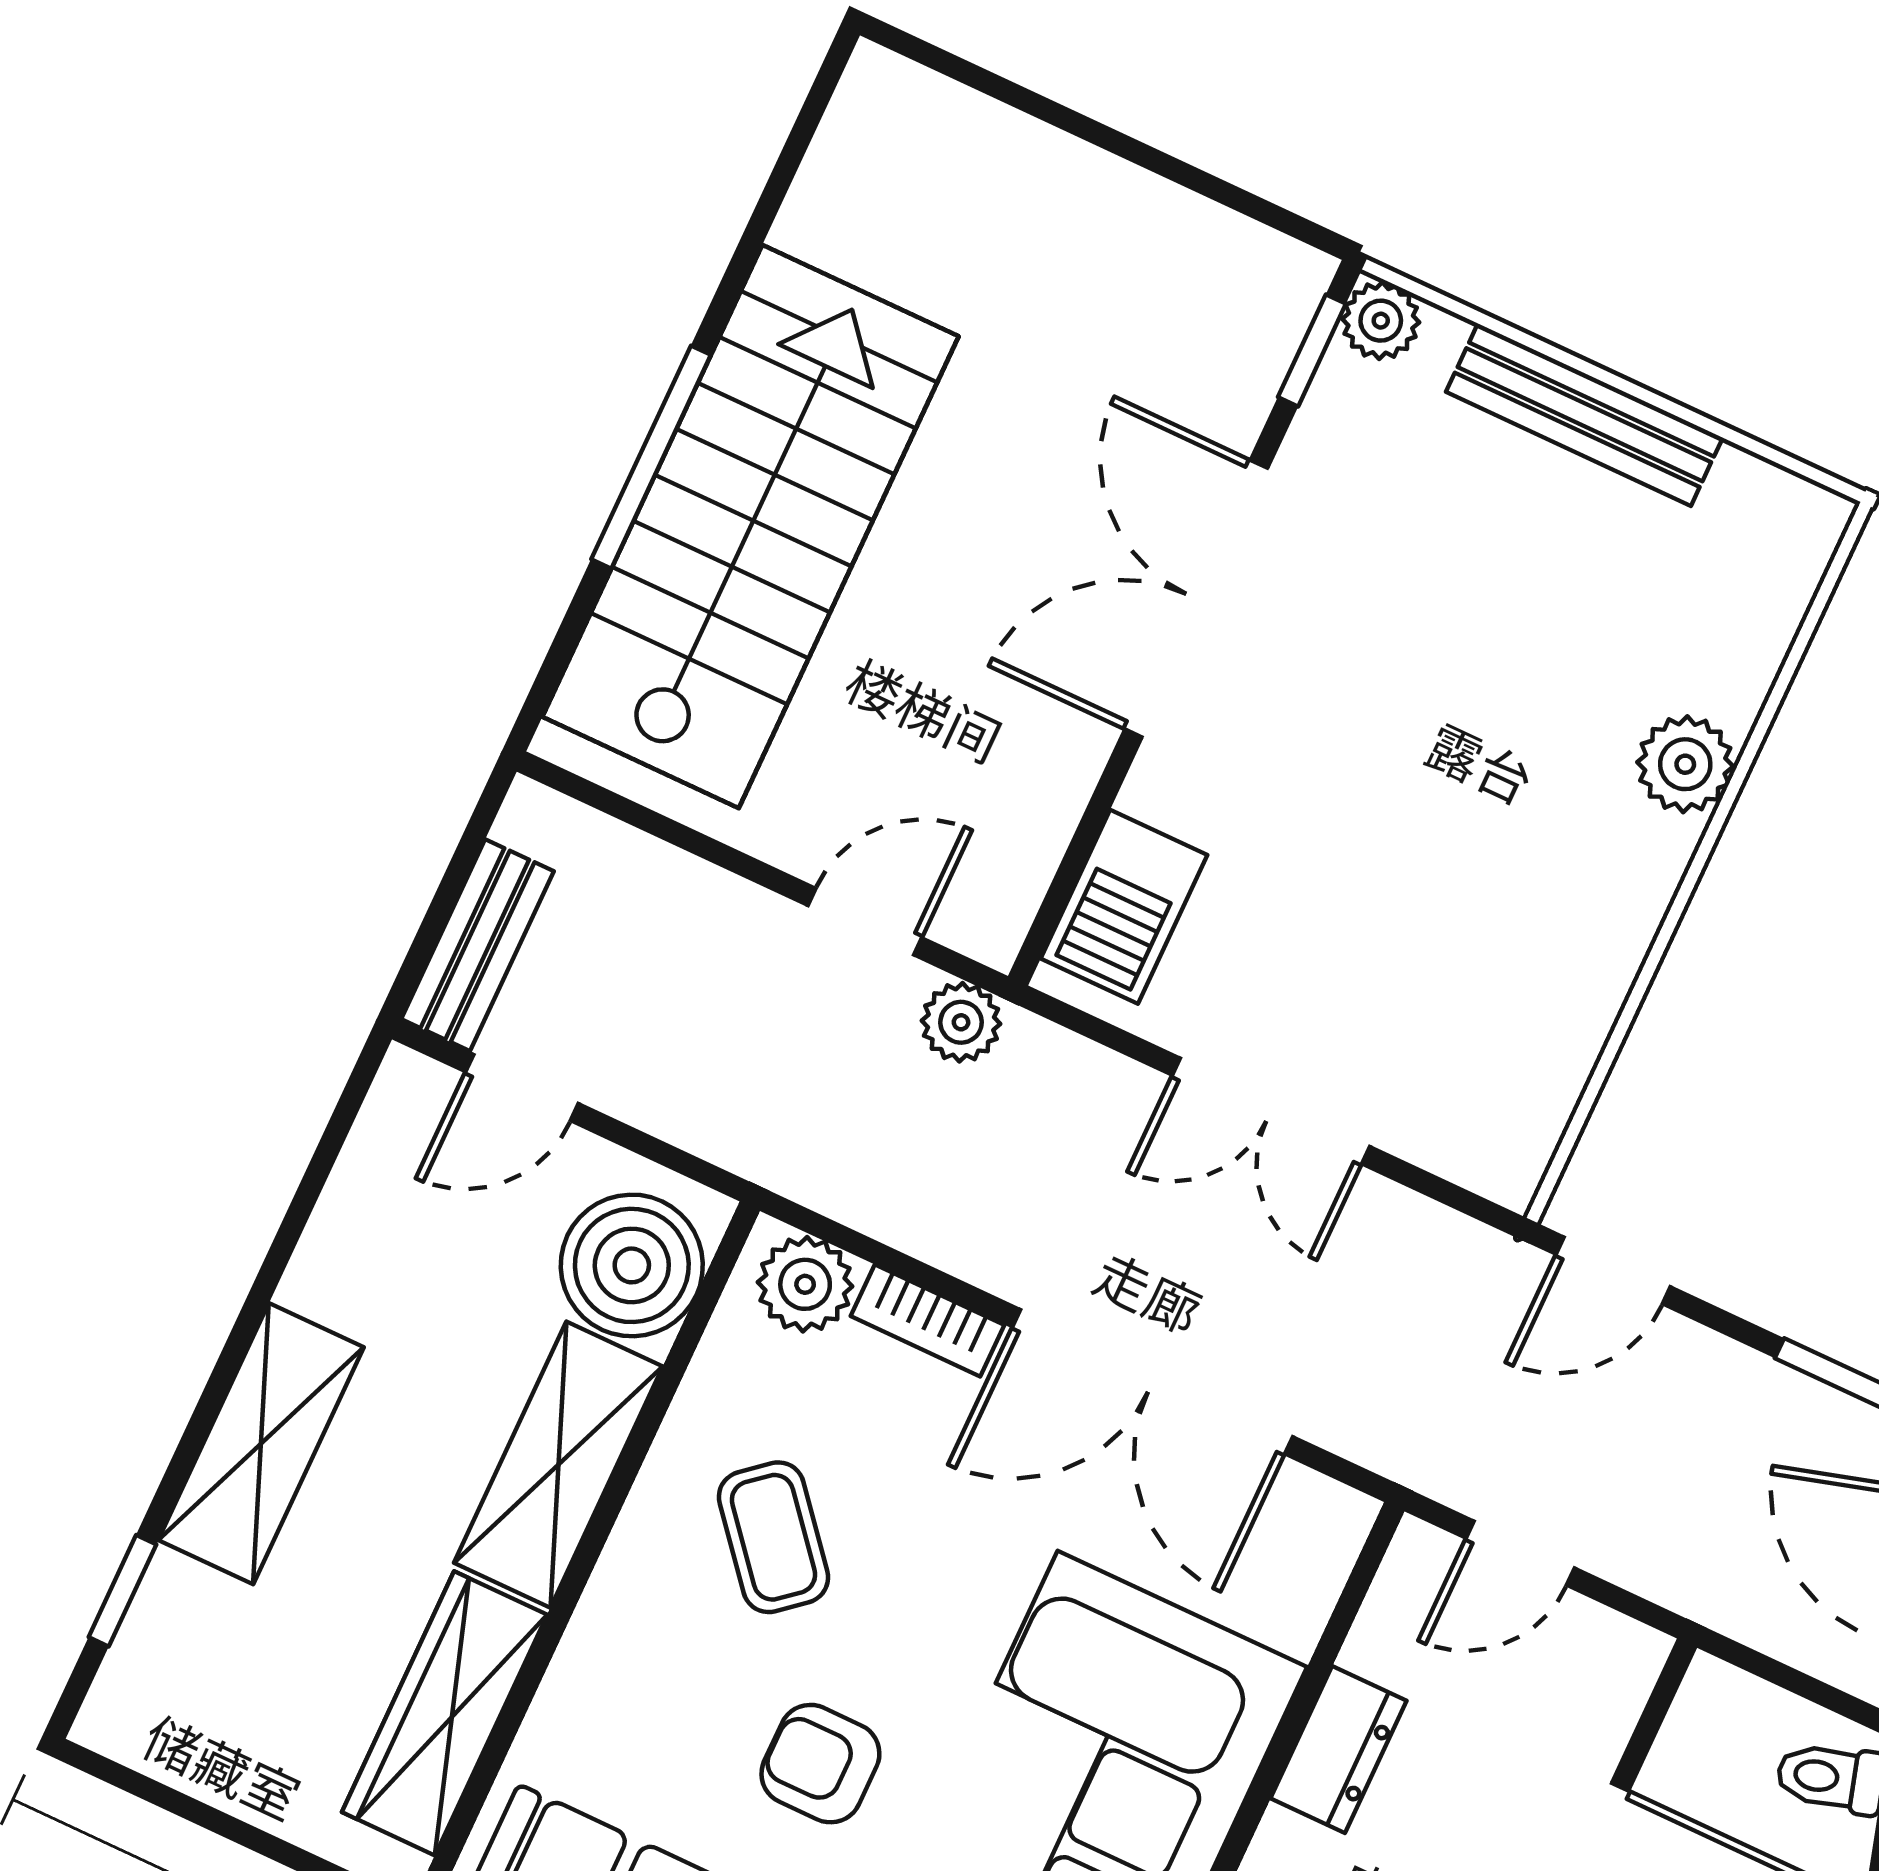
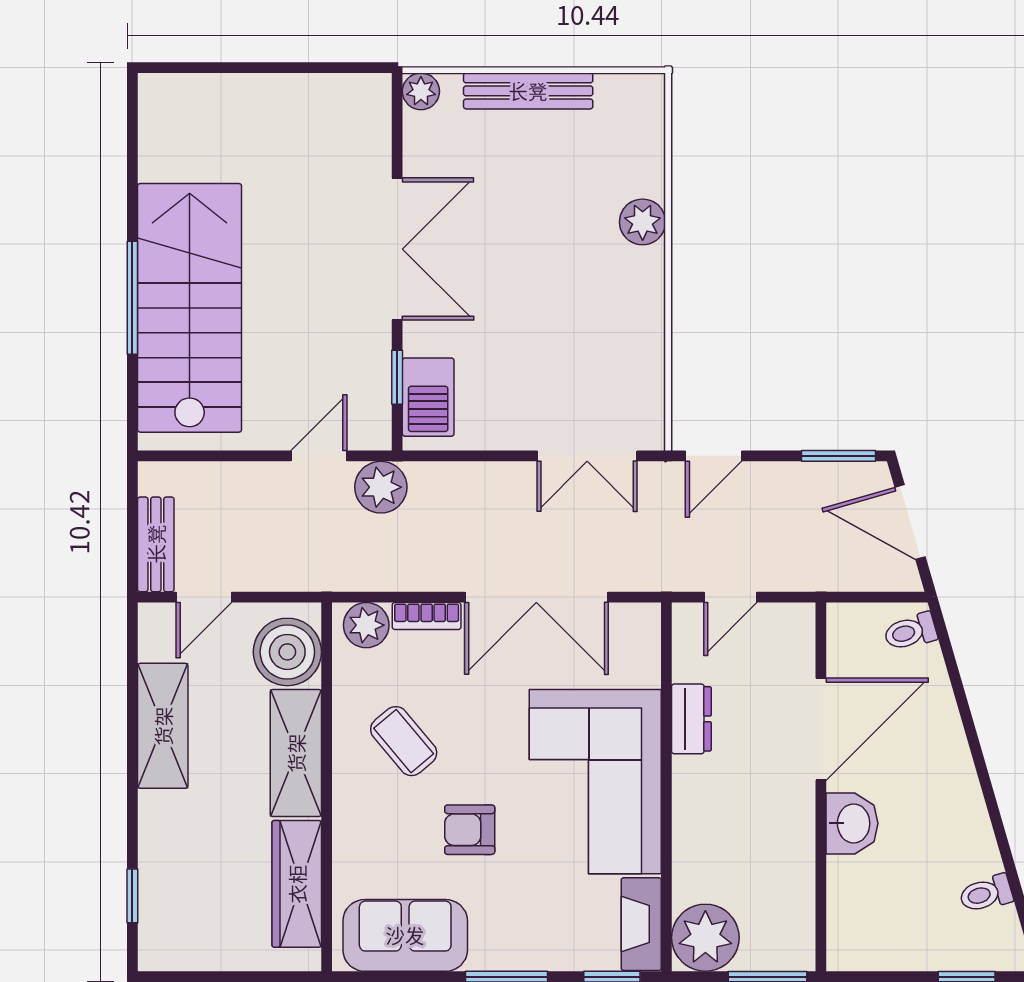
window: (1312, 350) -> (397, 377), moved
double door: (1196, 599) -> (397, 249), swing flipped
plant: (961, 1022) -> (381, 487), width x1.38, depth x1.38
double door: (1271, 1111) -> (587, 456), moved
shelving: (261, 1444) -> (163, 726), moved

